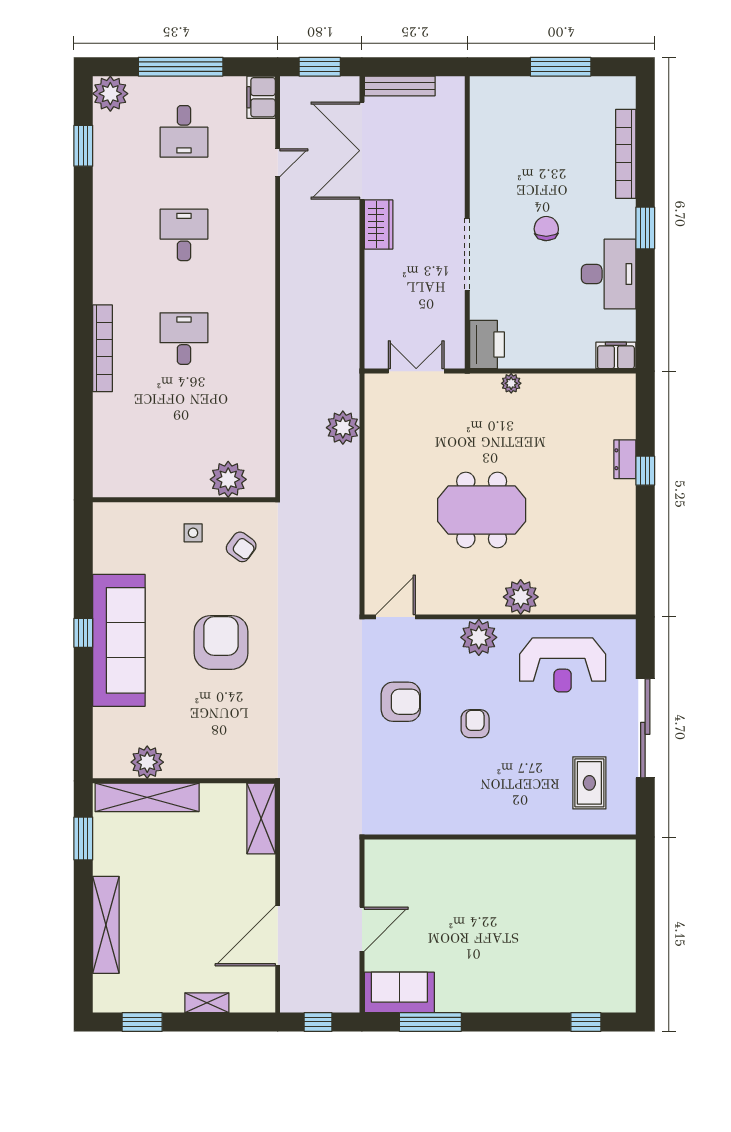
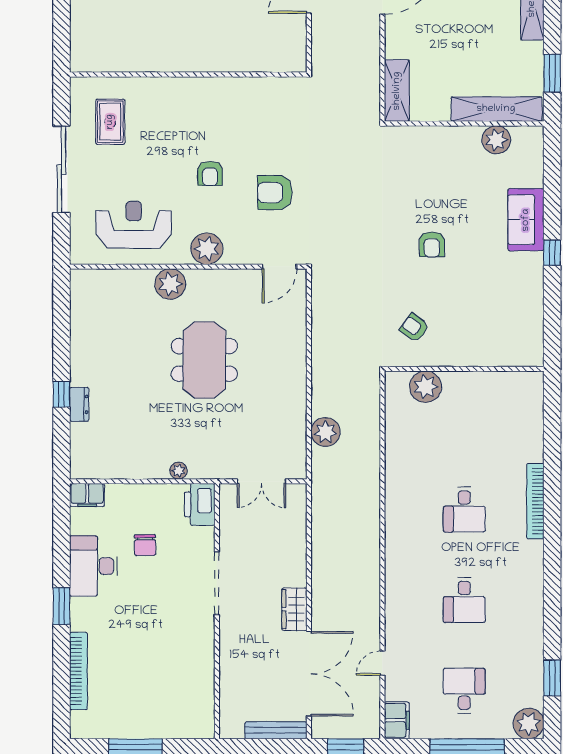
chair: (546, 229) -> (145, 545), moved
meeting table: (482, 510) -> (204, 360), turned 90
side table: (193, 533) -> (456, 340), removed
sofa: (119, 640) -> (526, 220), width x0.54, depth x0.79
armchair: (221, 642) -> (432, 244), width x0.53, depth x0.53

